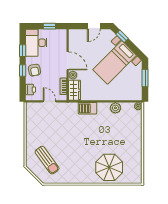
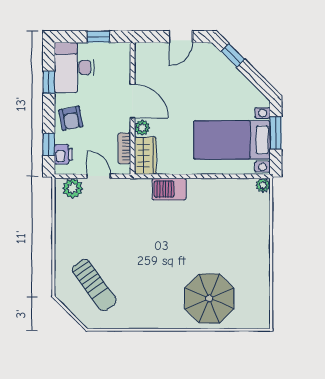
bed with nightstands: (115, 62) -> (232, 140), moved, turned 45
window: (23, 70) -> (49, 144), moved
plant: (115, 108) -> (73, 188), moved

